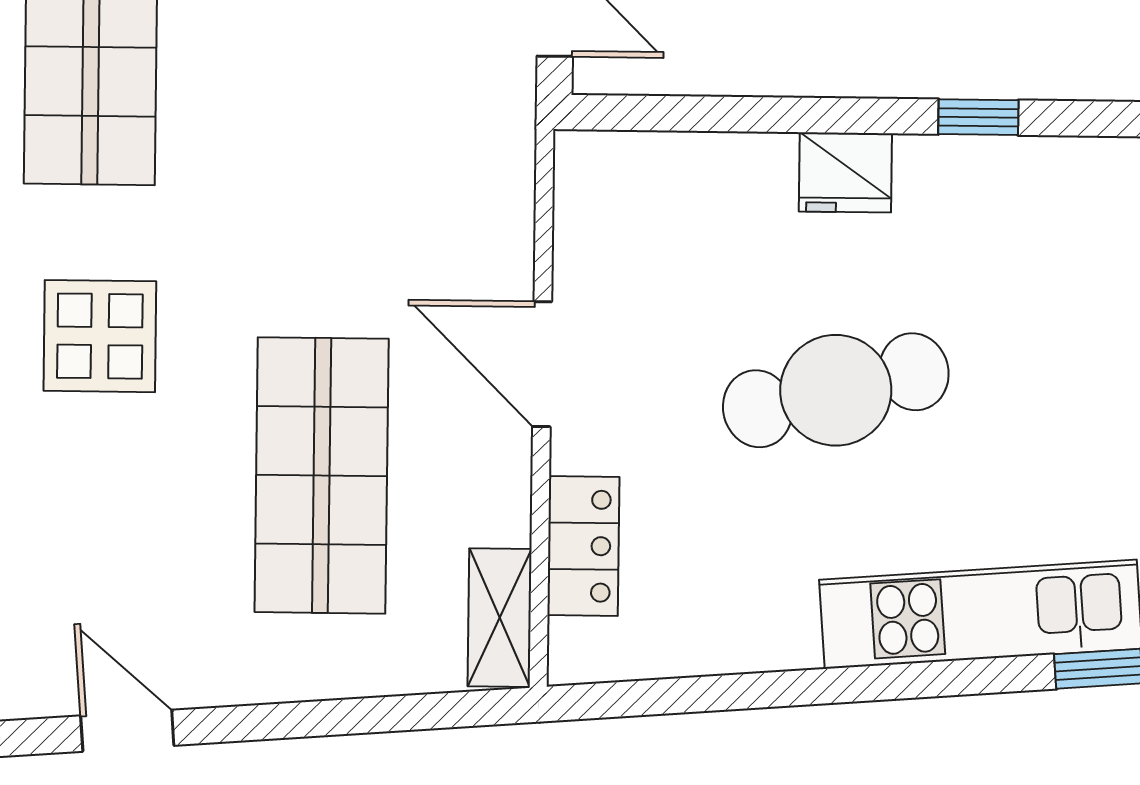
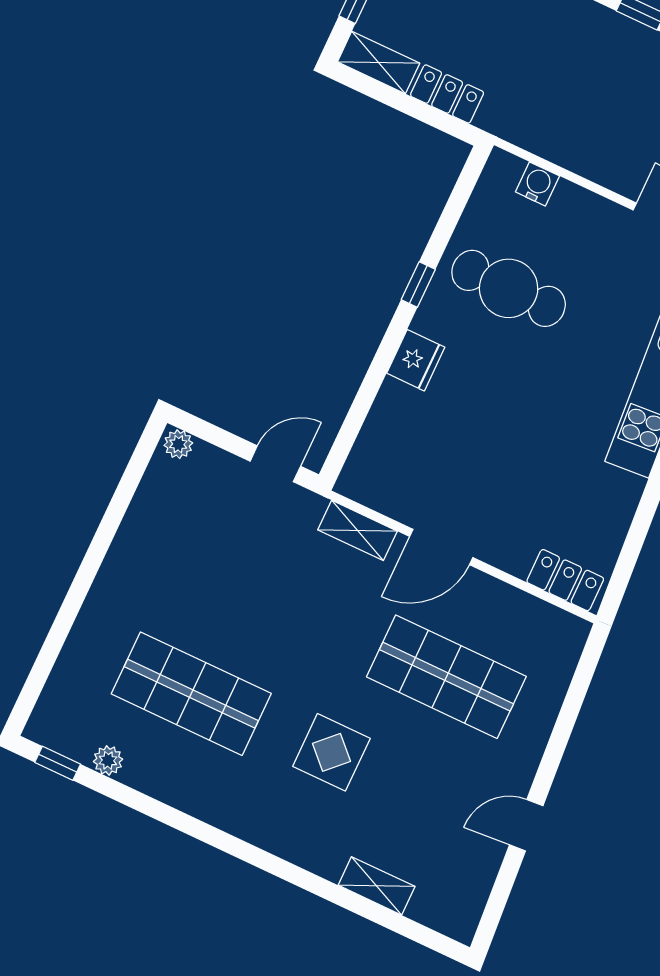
cafe table: (836, 390) -> (509, 288), moved, turned -76
locker: (583, 546) -> (565, 580), moved
shelving: (500, 618) -> (357, 530), moved

